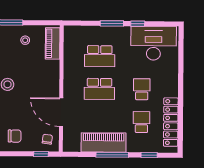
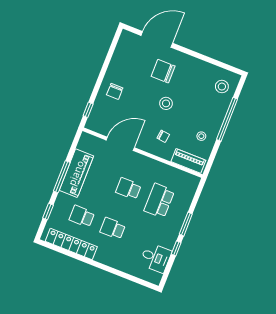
desk: (153, 43) -> (156, 258), width x0.53, depth x0.77
school desk: (99, 89) -> (128, 189), width x0.54
school desk: (142, 89) -> (113, 228), turned 180
school desk: (141, 122) -> (82, 216), turned 180
chair: (47, 139) -> (163, 136), moved

